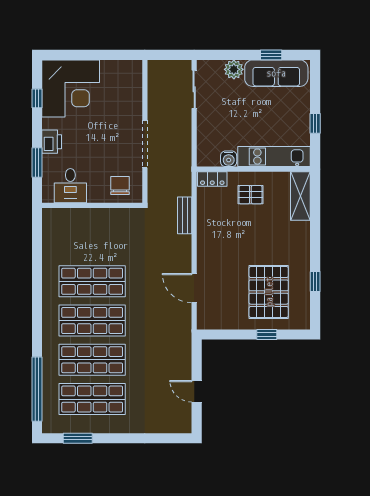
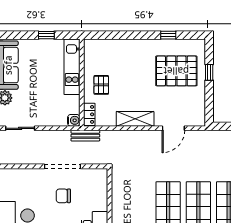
water cooler: (229, 159) -> (74, 120), moved
chair: (120, 185) -> (63, 196), moved
shelving: (300, 196) -> (135, 119), moved
bench: (185, 215) -> (85, 136), moved

